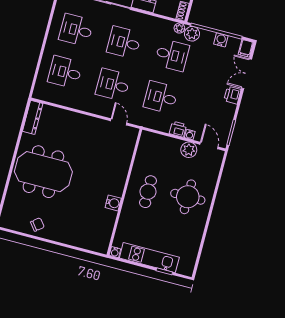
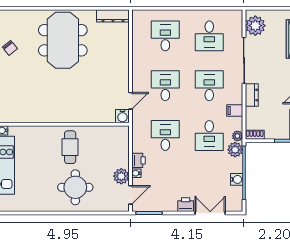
desk: (76, 30) -> (209, 36), turned 180
filing cabinet: (246, 48) -> (235, 110), moved
cafe table: (148, 192) -> (70, 147), turned 90
water cooler: (113, 203) -> (122, 116), moved

